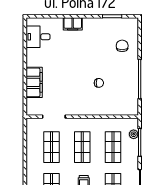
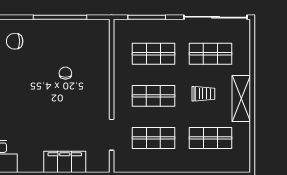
plant: (134, 134) -> (136, 25), removed

